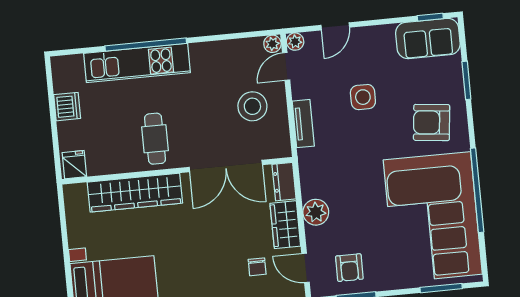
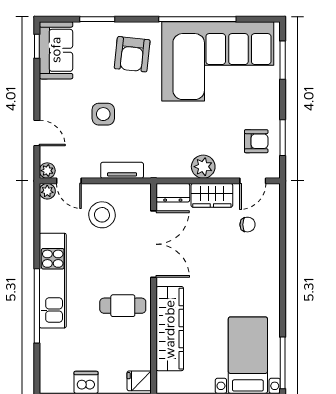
kitchen unit: (137, 63) -> (53, 281), moved

